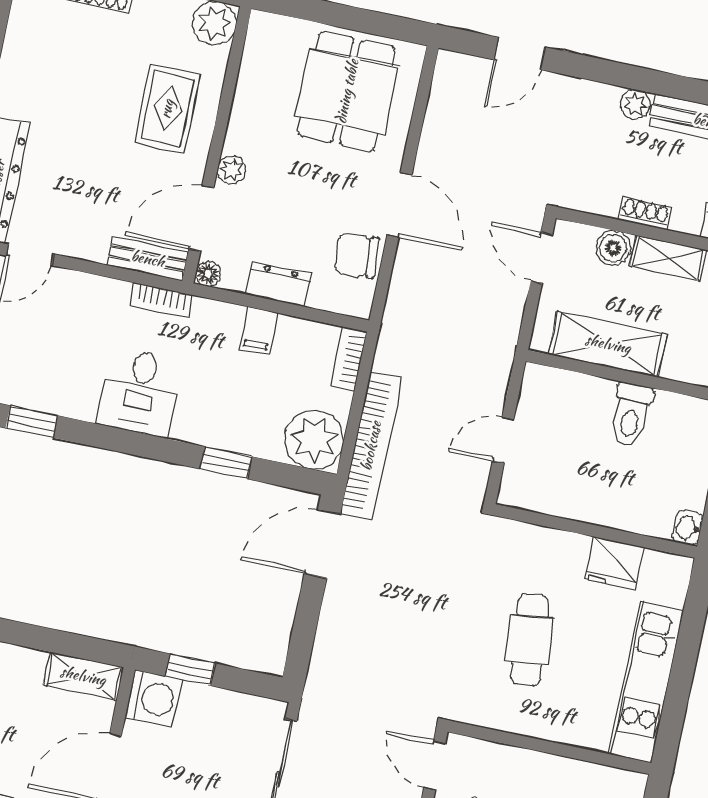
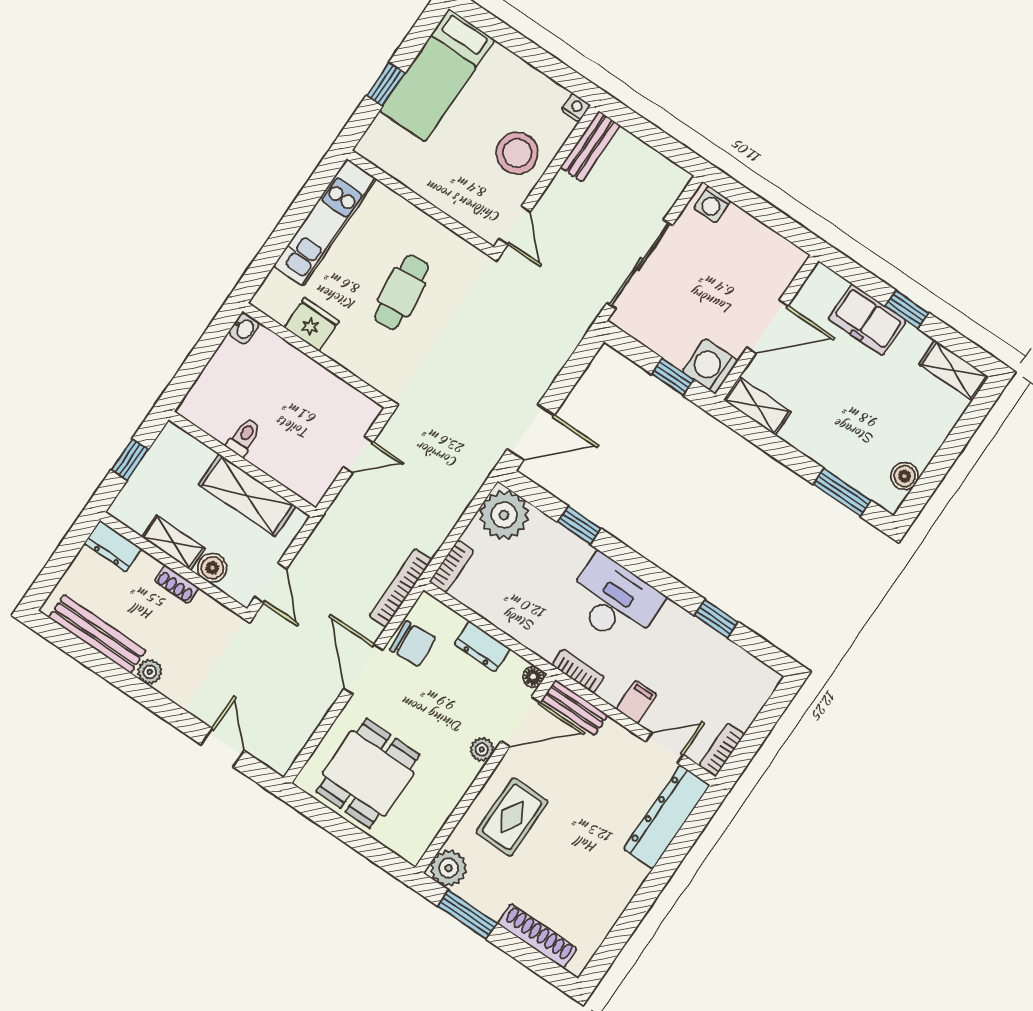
door: (520, 53) -> (223, 748), hinge flipped
filing cabinet: (259, 330) -> (636, 702), moved
desk: (140, 392) -> (614, 601), width x1.37
toilet: (631, 415) -> (244, 437), width x0.73, depth x0.72
bookcase: (371, 446) -> (400, 588), moved, width x0.68, depth x0.76

